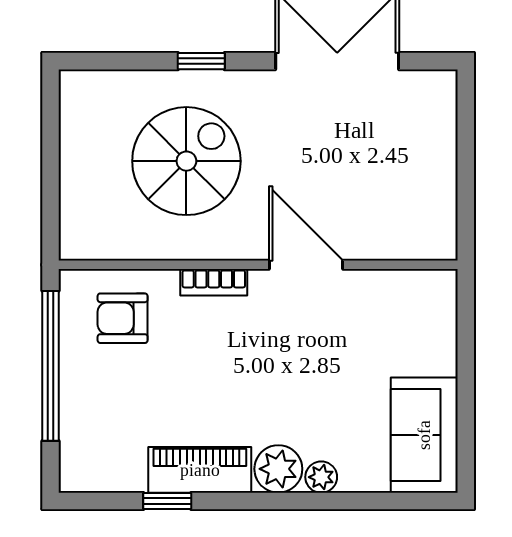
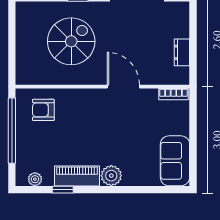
dresser: (440, 186) -> (182, 52), added
bookcase: (214, 282) -> (173, 94), moved
plant: (321, 477) -> (35, 179), moved

